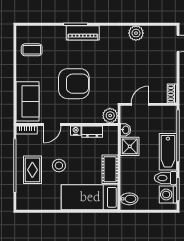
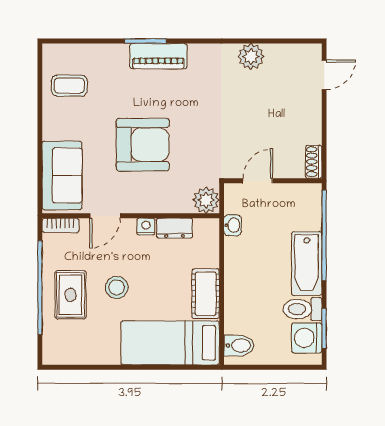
shower: (130, 146) -> (240, 254), removed

